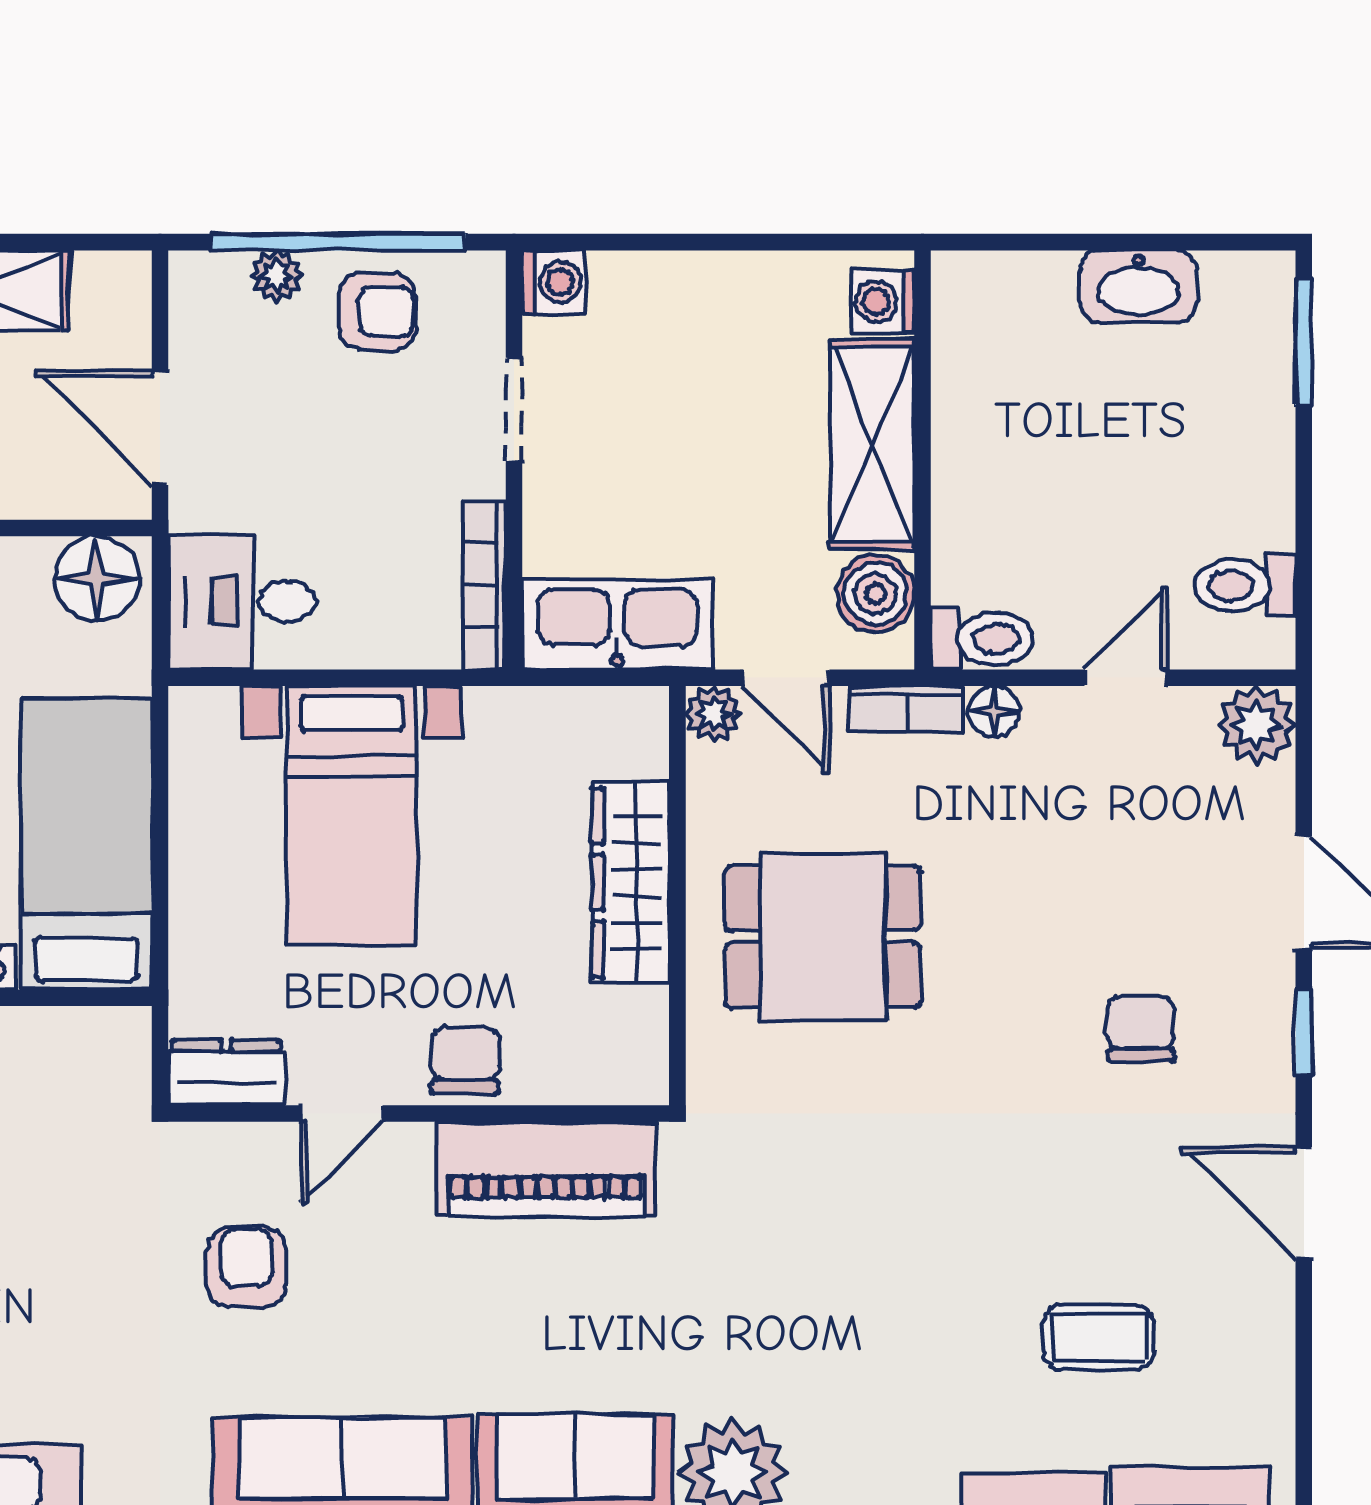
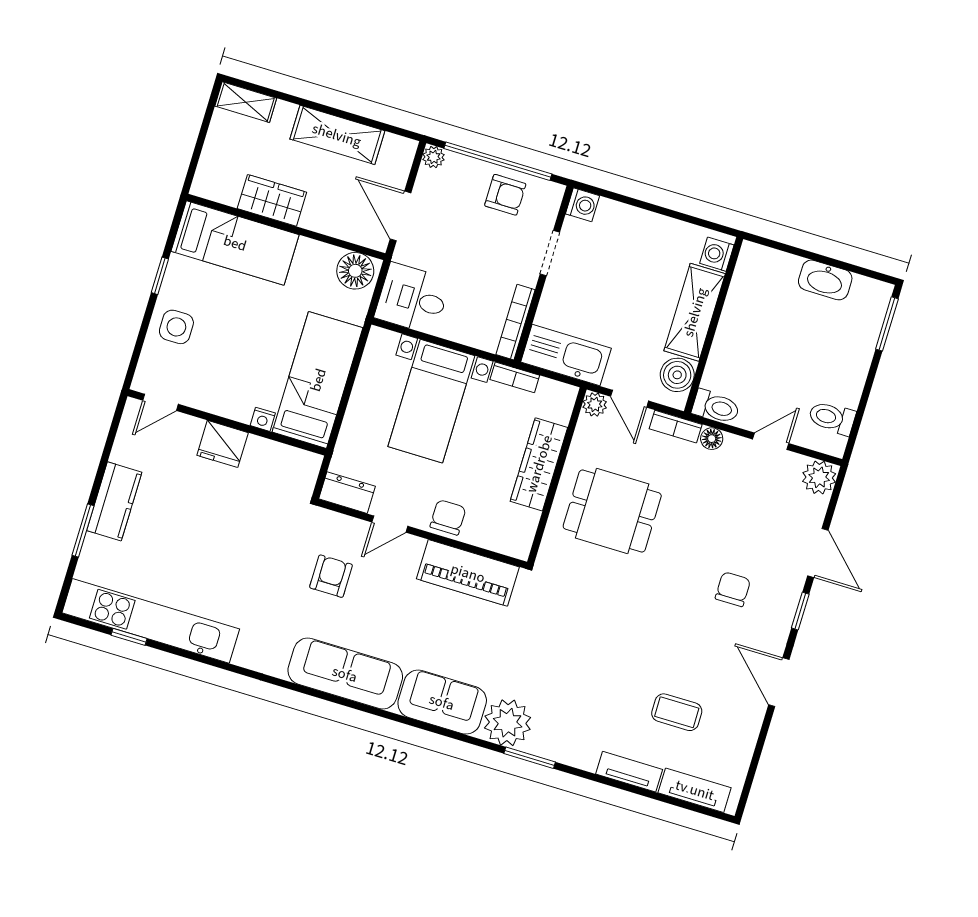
plant: (277, 276) -> (434, 157), moved
bookcase: (519, 707) -> (515, 377), added

